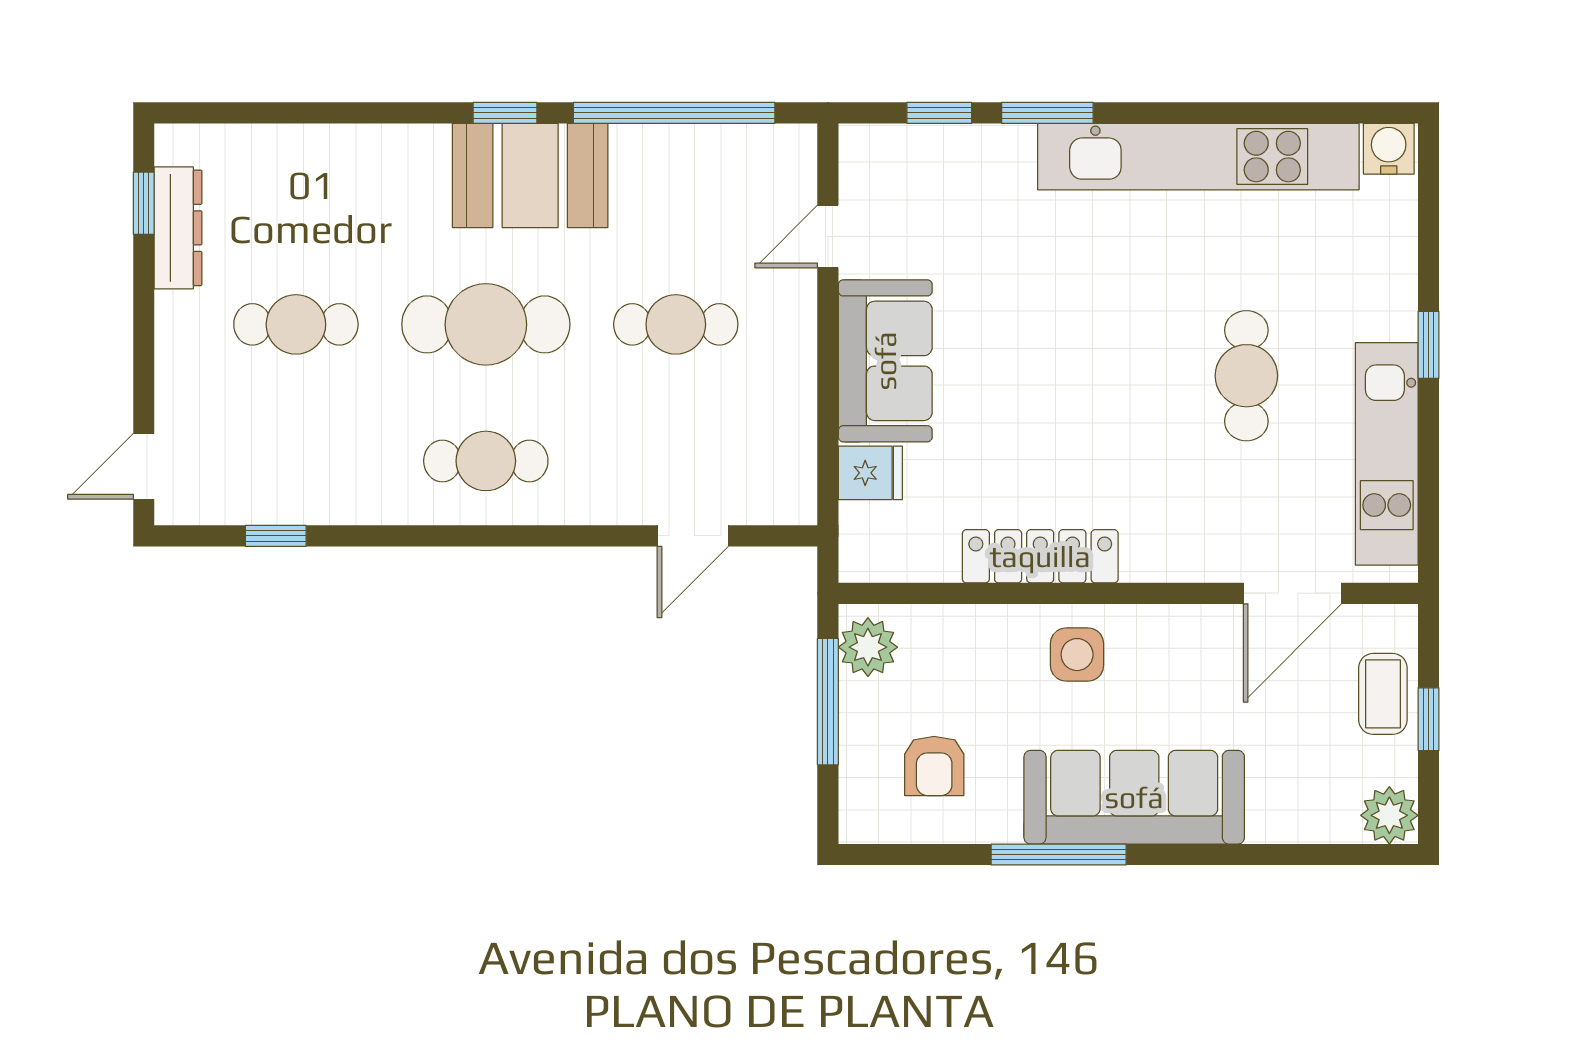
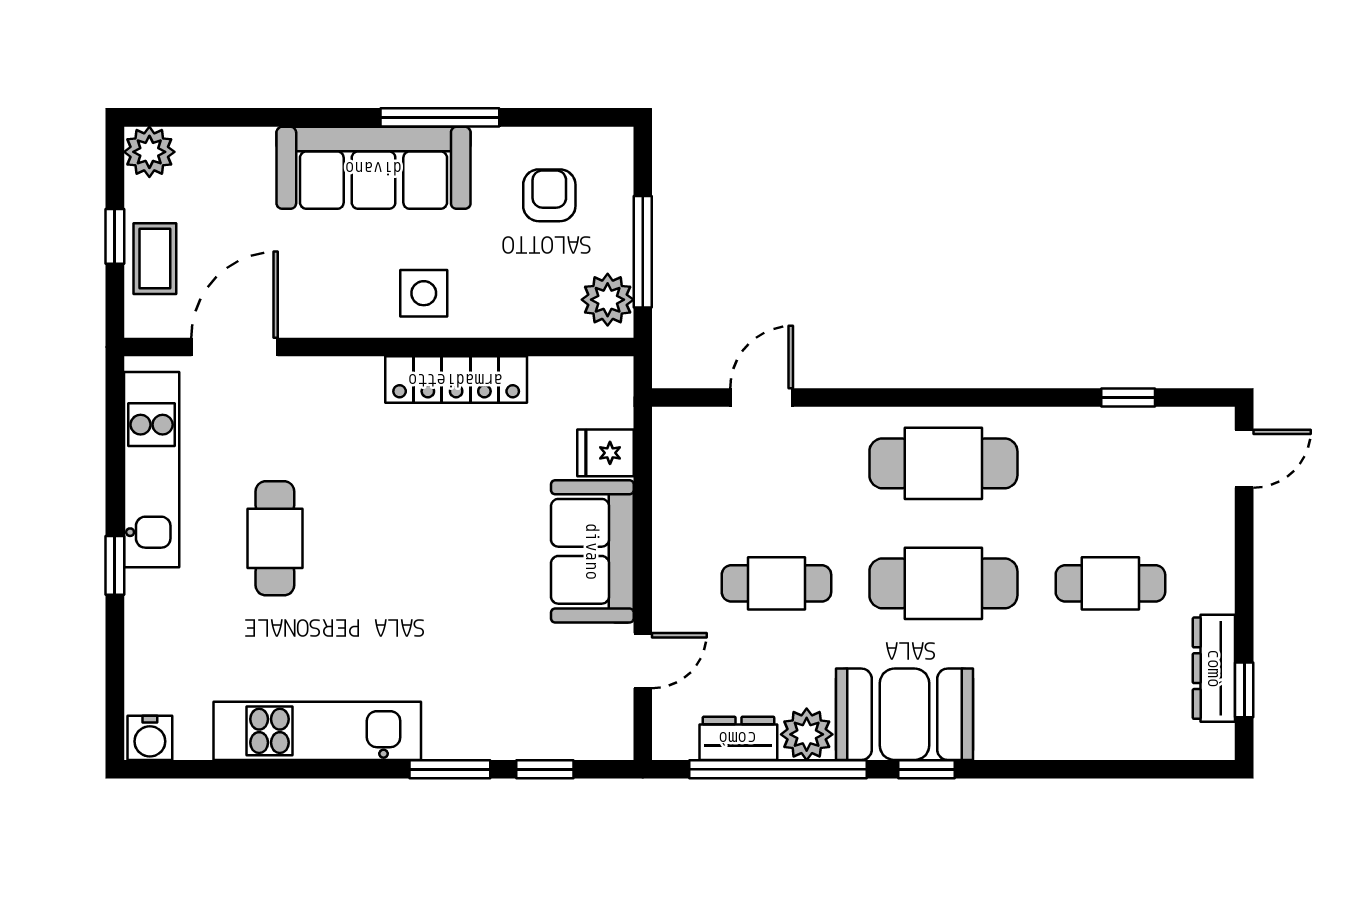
dresser: (719, 148) -> (738, 738), added
plant: (641, 153) -> (807, 734), added
kitchen unit: (1198, 157) -> (317, 731), width x0.73
cafe table: (486, 461) -> (943, 463), width x1.37, depth x1.35

